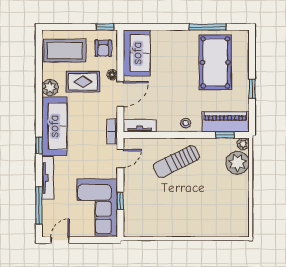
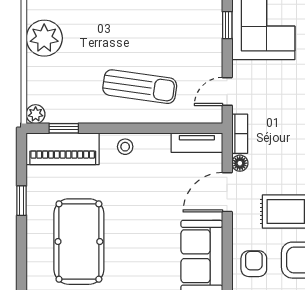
floor lamp: (112, 75) -> (240, 163), moved
sun lounger: (176, 162) -> (140, 87), turned 34
plant: (237, 163) -> (44, 38), moved

